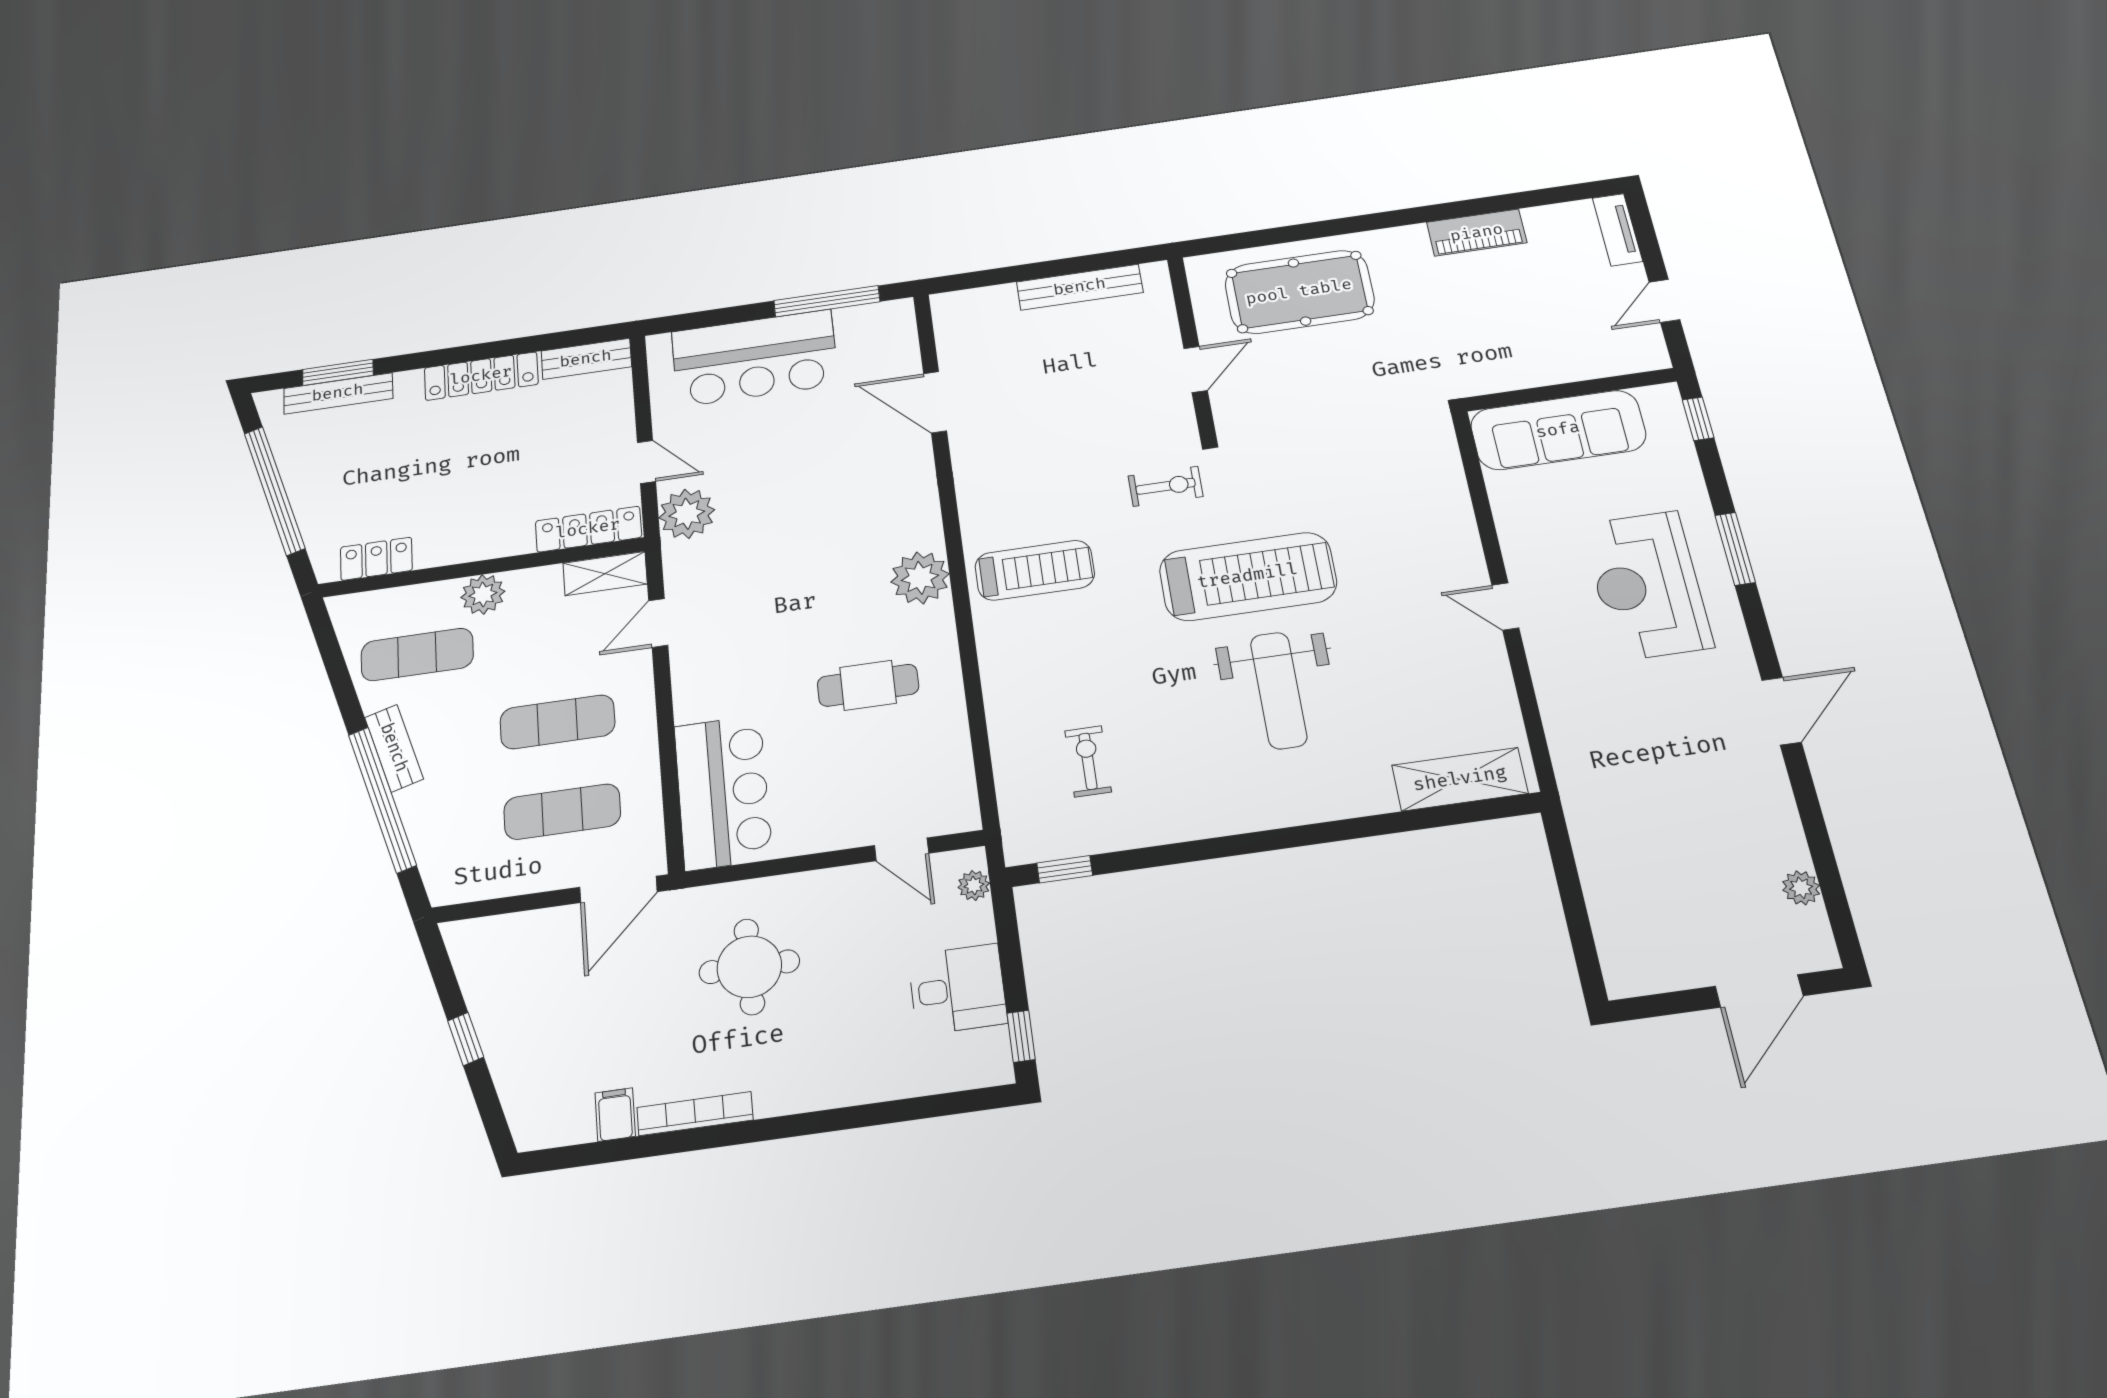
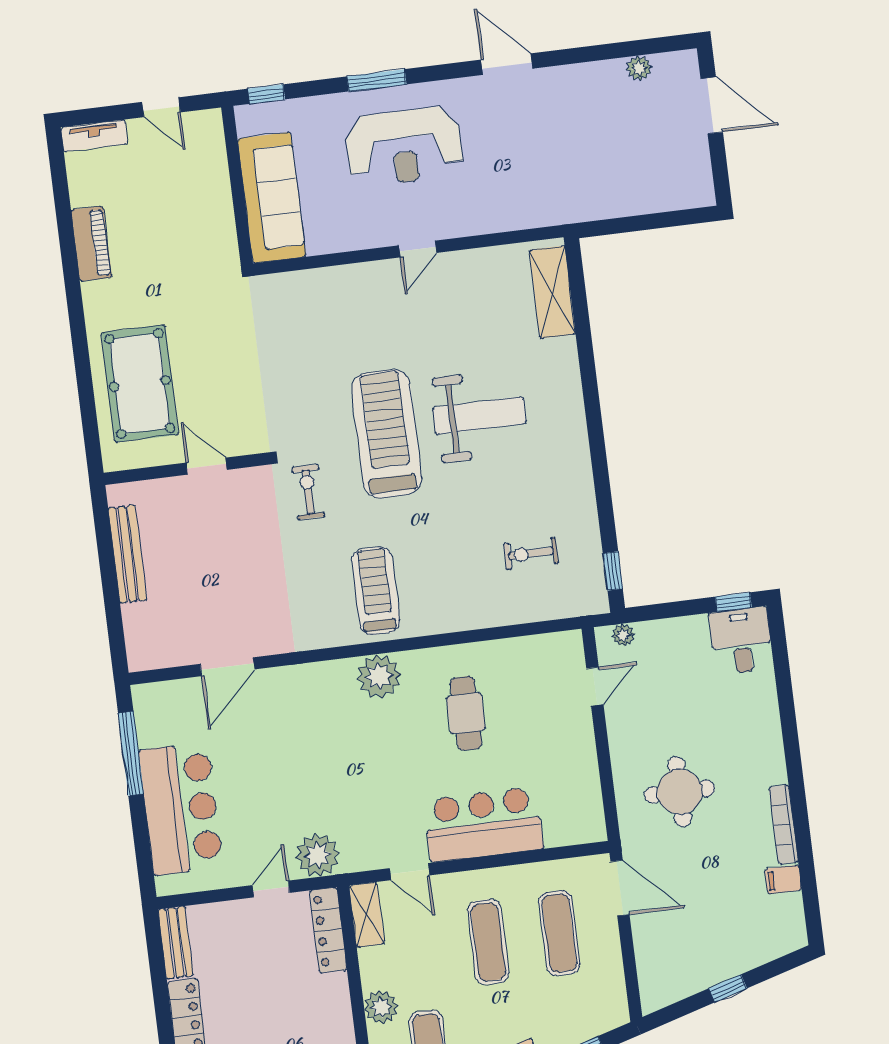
bar counter: (723, 792) -> (484, 824), moved
desk: (957, 989) -> (741, 641), moved

